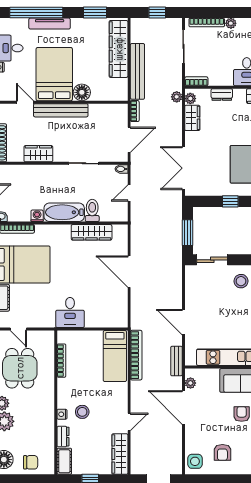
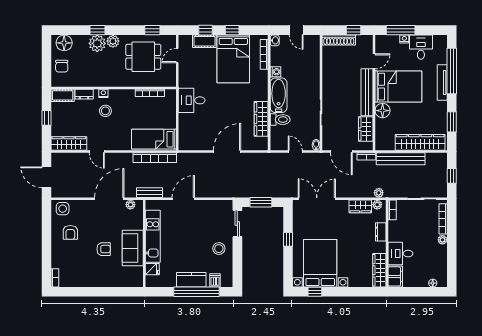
wardrobe: (38, 154) -> (366, 129), moved, turned 180
armchair: (222, 452) -> (70, 232), turned -90

